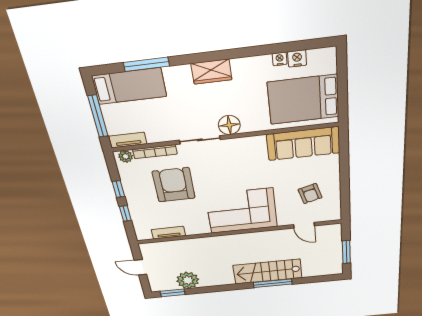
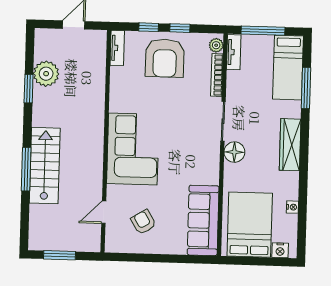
nightstand: (297, 58) -> (280, 250), moved, turned 90
wardrobe: (211, 72) -> (290, 145), width x1.50
armchair: (174, 185) -> (165, 58), moved, turned 90
armchair: (310, 194) -> (143, 222), turned 75
tv unit: (168, 233) -> (117, 48), moved
window: (173, 293) -> (29, 89), moved

